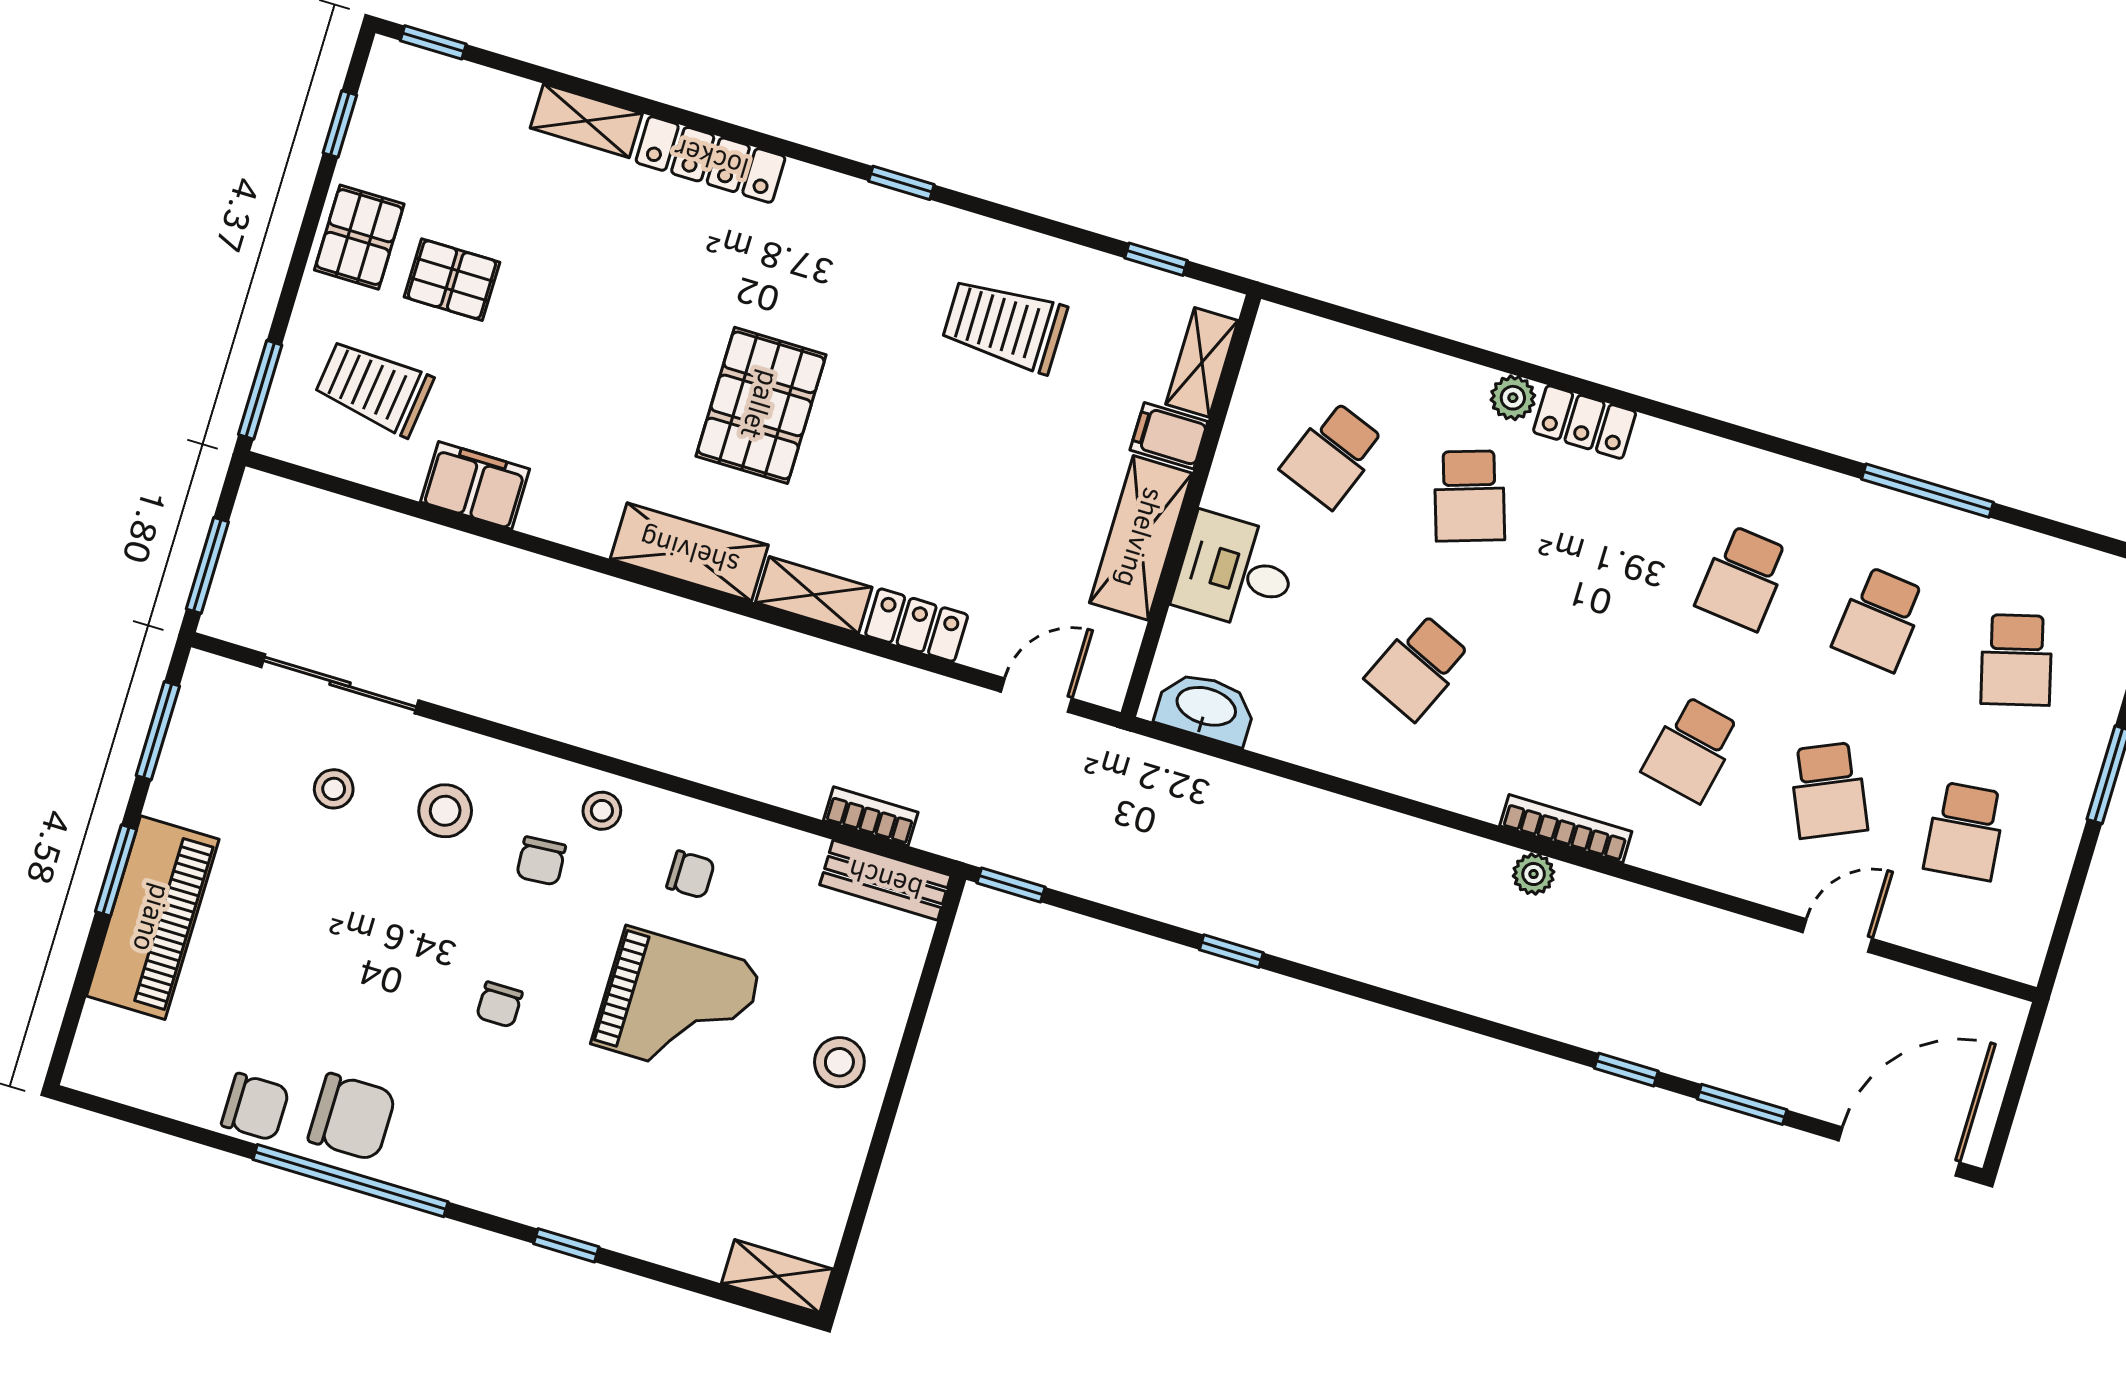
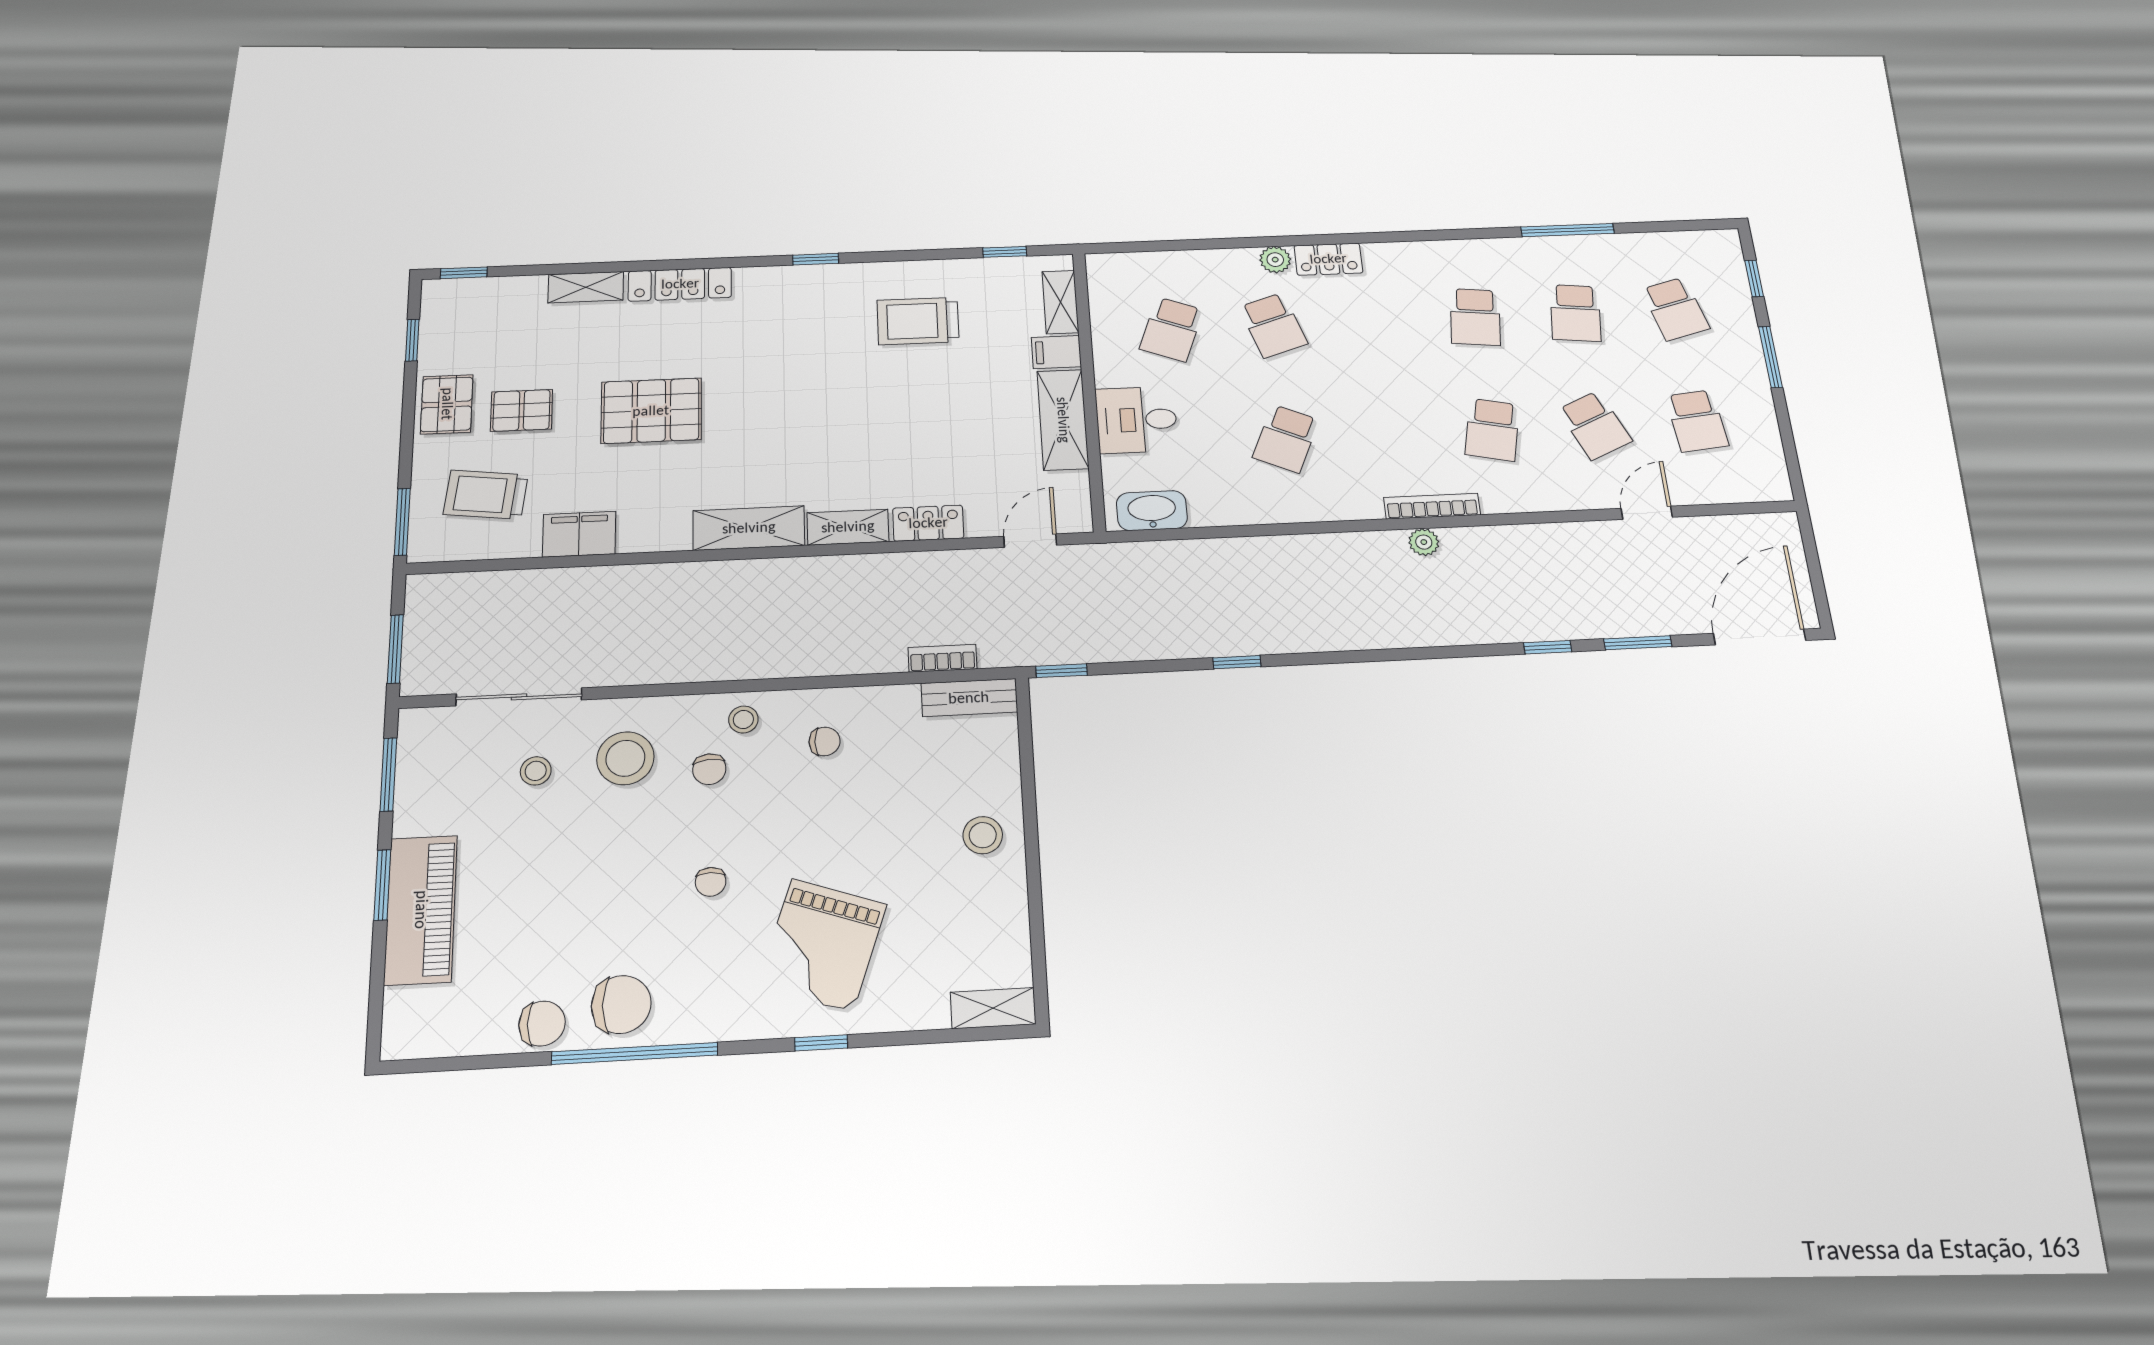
pallet: (761, 405) -> (651, 411), moved, turned 90
stool: (445, 811) -> (625, 758), width x1.38, depth x1.38
grand piano: (677, 1005) -> (822, 945), moved, turned 109

